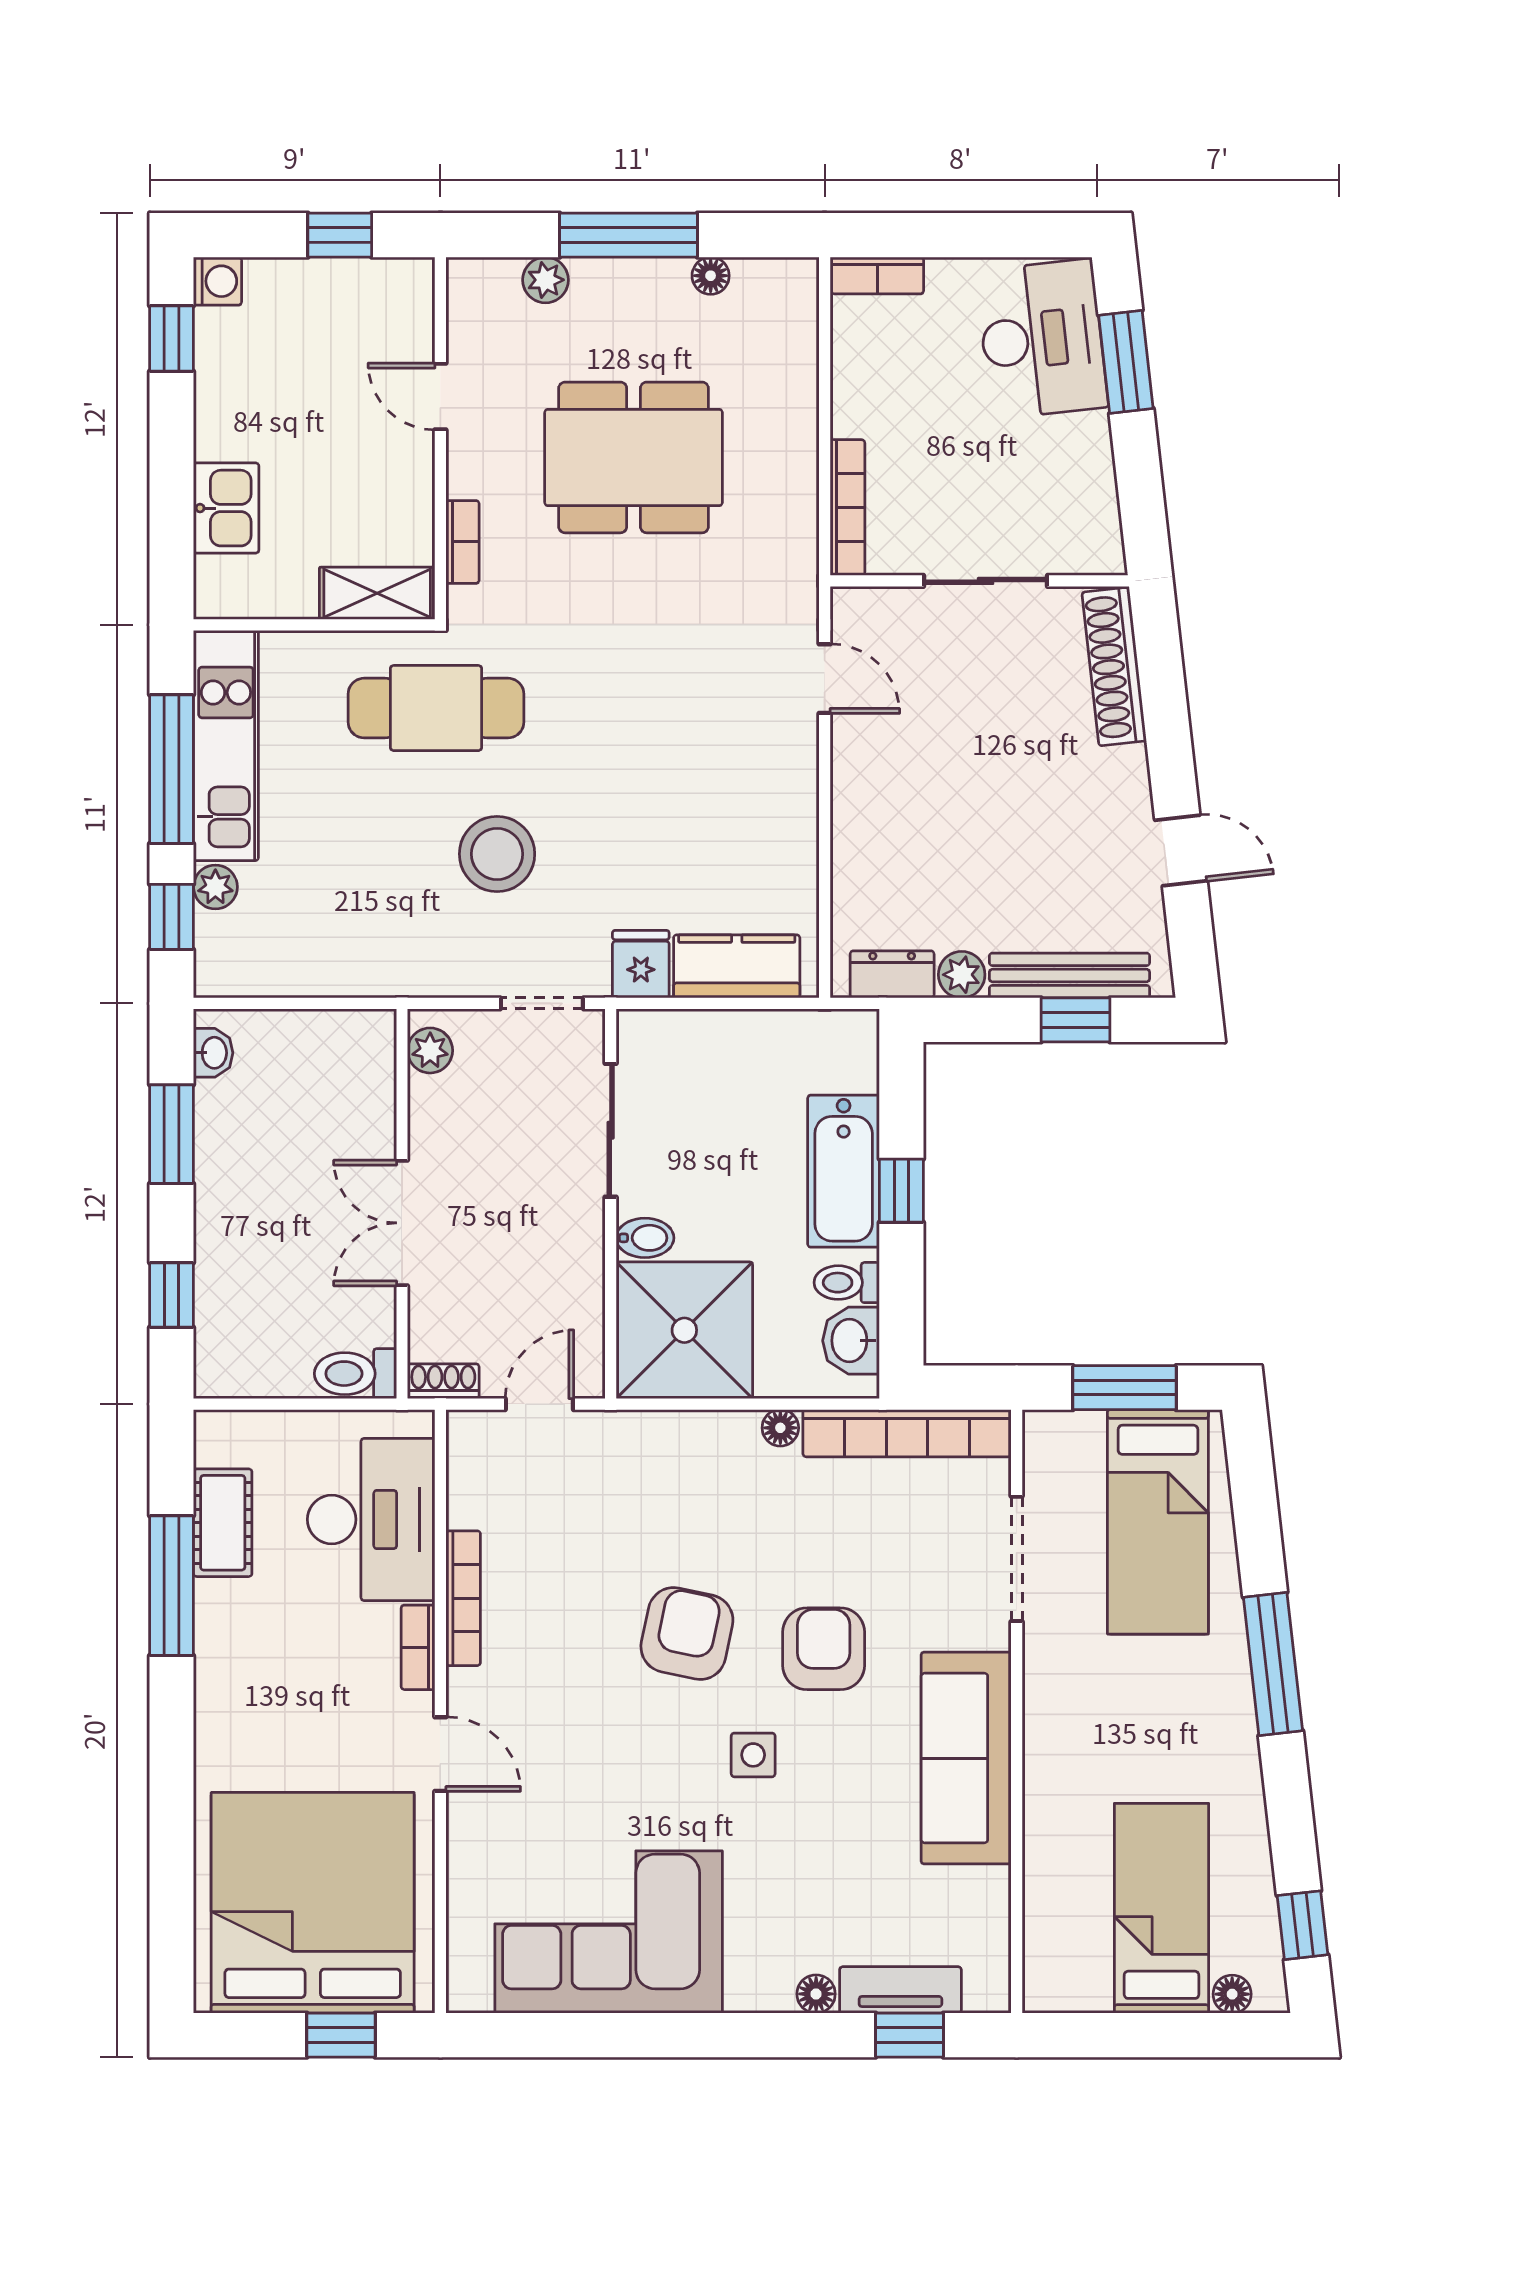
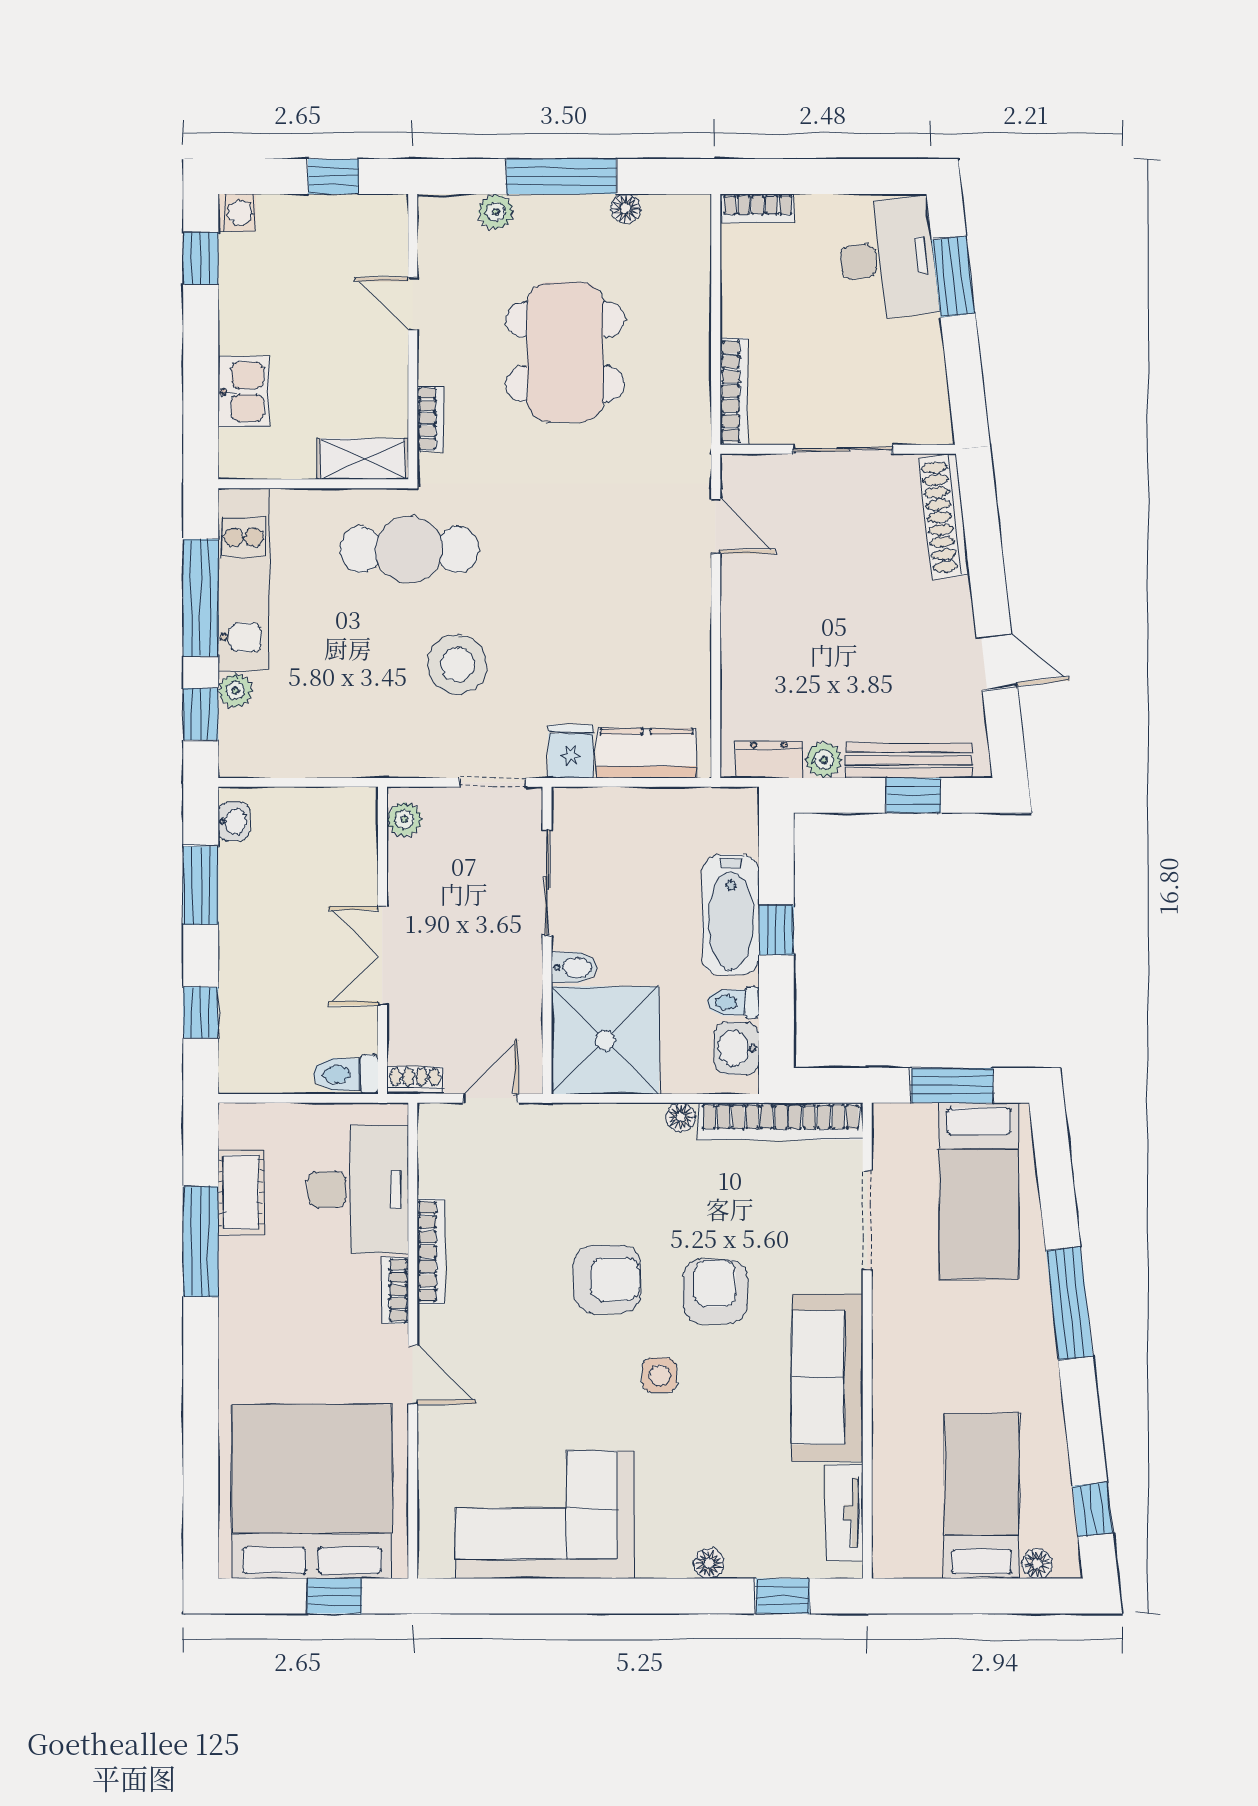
dining table: (634, 457) -> (565, 352), turned 90
armchair: (687, 1634) -> (607, 1279), turned 78
tv unit: (900, 1990) -> (845, 1513), moved, turned -90

